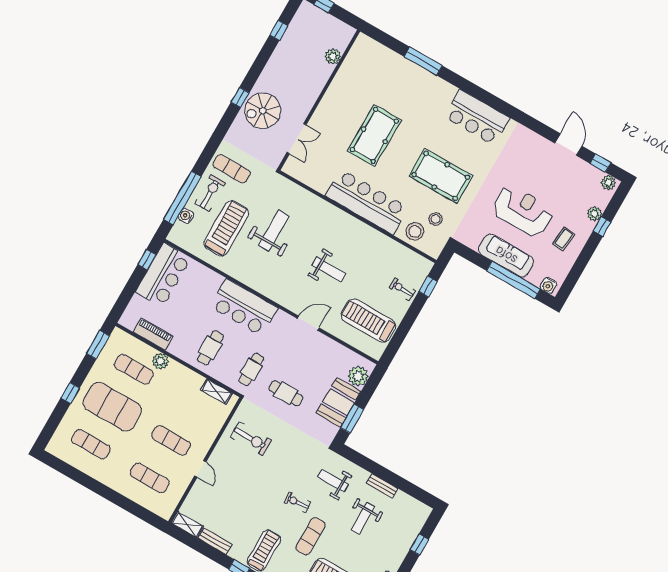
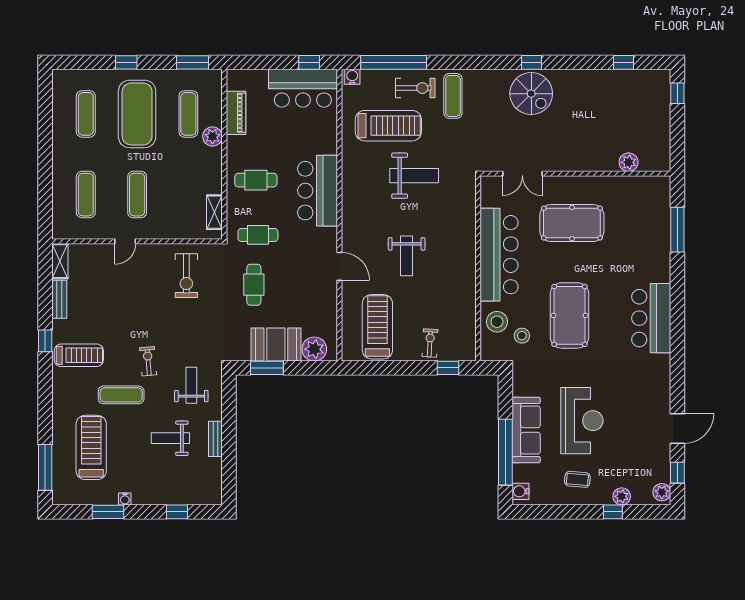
plant: (333, 56) -> (629, 162), moved
wall: (319, 100) -> (575, 174), moved
spiral stairs: (263, 111) -> (531, 94), turned 180
double door: (297, 139) -> (522, 174), moved
water cooler: (186, 216) -> (352, 77), moved

